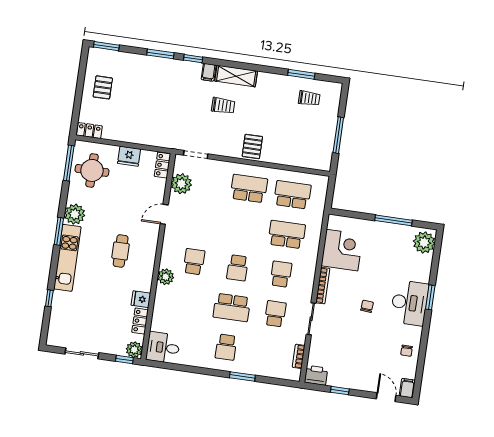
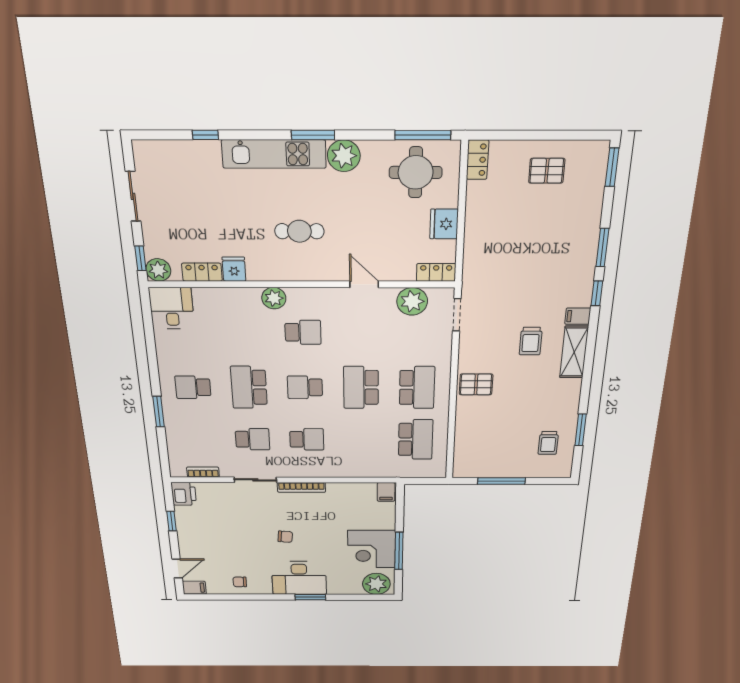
filing cabinet: (336, 223) -> (386, 492), added
school desk: (287, 234) -> (361, 387), moved, turned 180
corner desk: (342, 250) -> (372, 549), moved, turned 90

